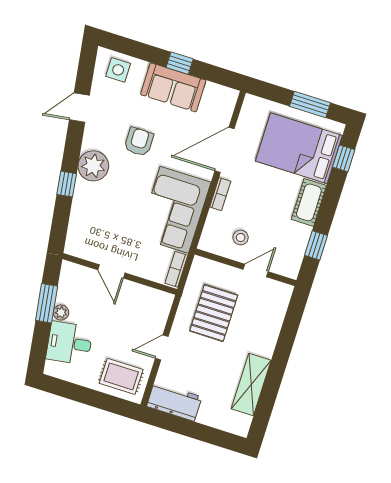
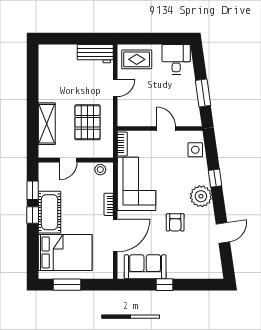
side table: (118, 70) -> (195, 150), moved
sofa: (173, 87) -> (145, 267), moved
window: (344, 158) -> (33, 215), moved
cot: (309, 202) -> (50, 212), width x1.37, depth x1.34
stool: (241, 237) -> (100, 170), moved
plant: (61, 313) -> (191, 90), removed
desk: (69, 343) -> (176, 59), moved, turned -82
shelving: (251, 384) -> (47, 124), moved

